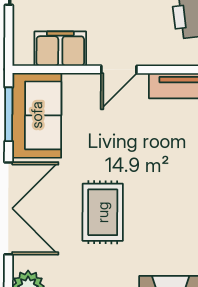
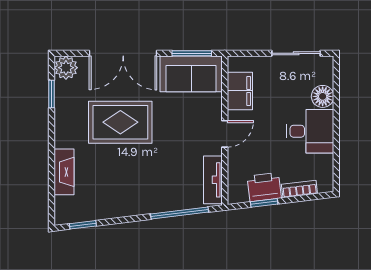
door: (119, 70) -> (225, 134), swing flipped
rug: (103, 212) -> (120, 122), width x1.36, depth x1.43

